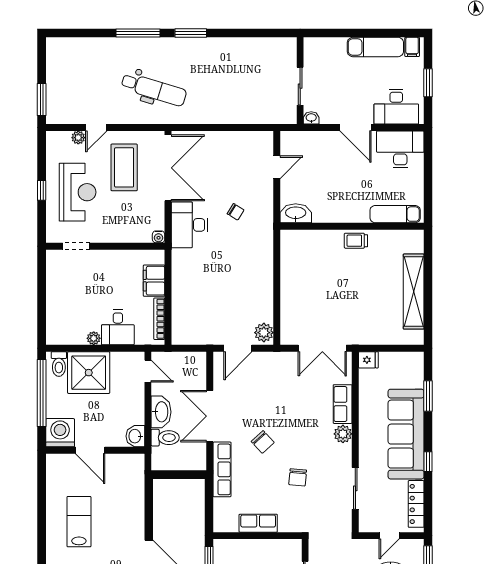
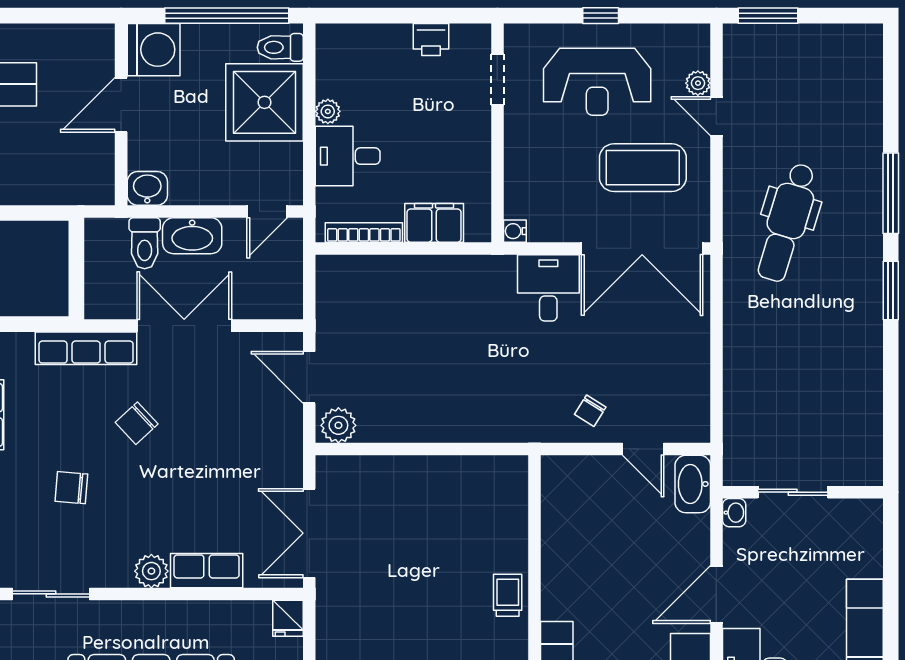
chair: (236, 212) -> (590, 411), moved
washbasin: (296, 213) -> (693, 484), moved, turned 180
desk: (189, 225) -> (548, 288), width x0.73
printer: (55, 282) -> (431, 39), added

